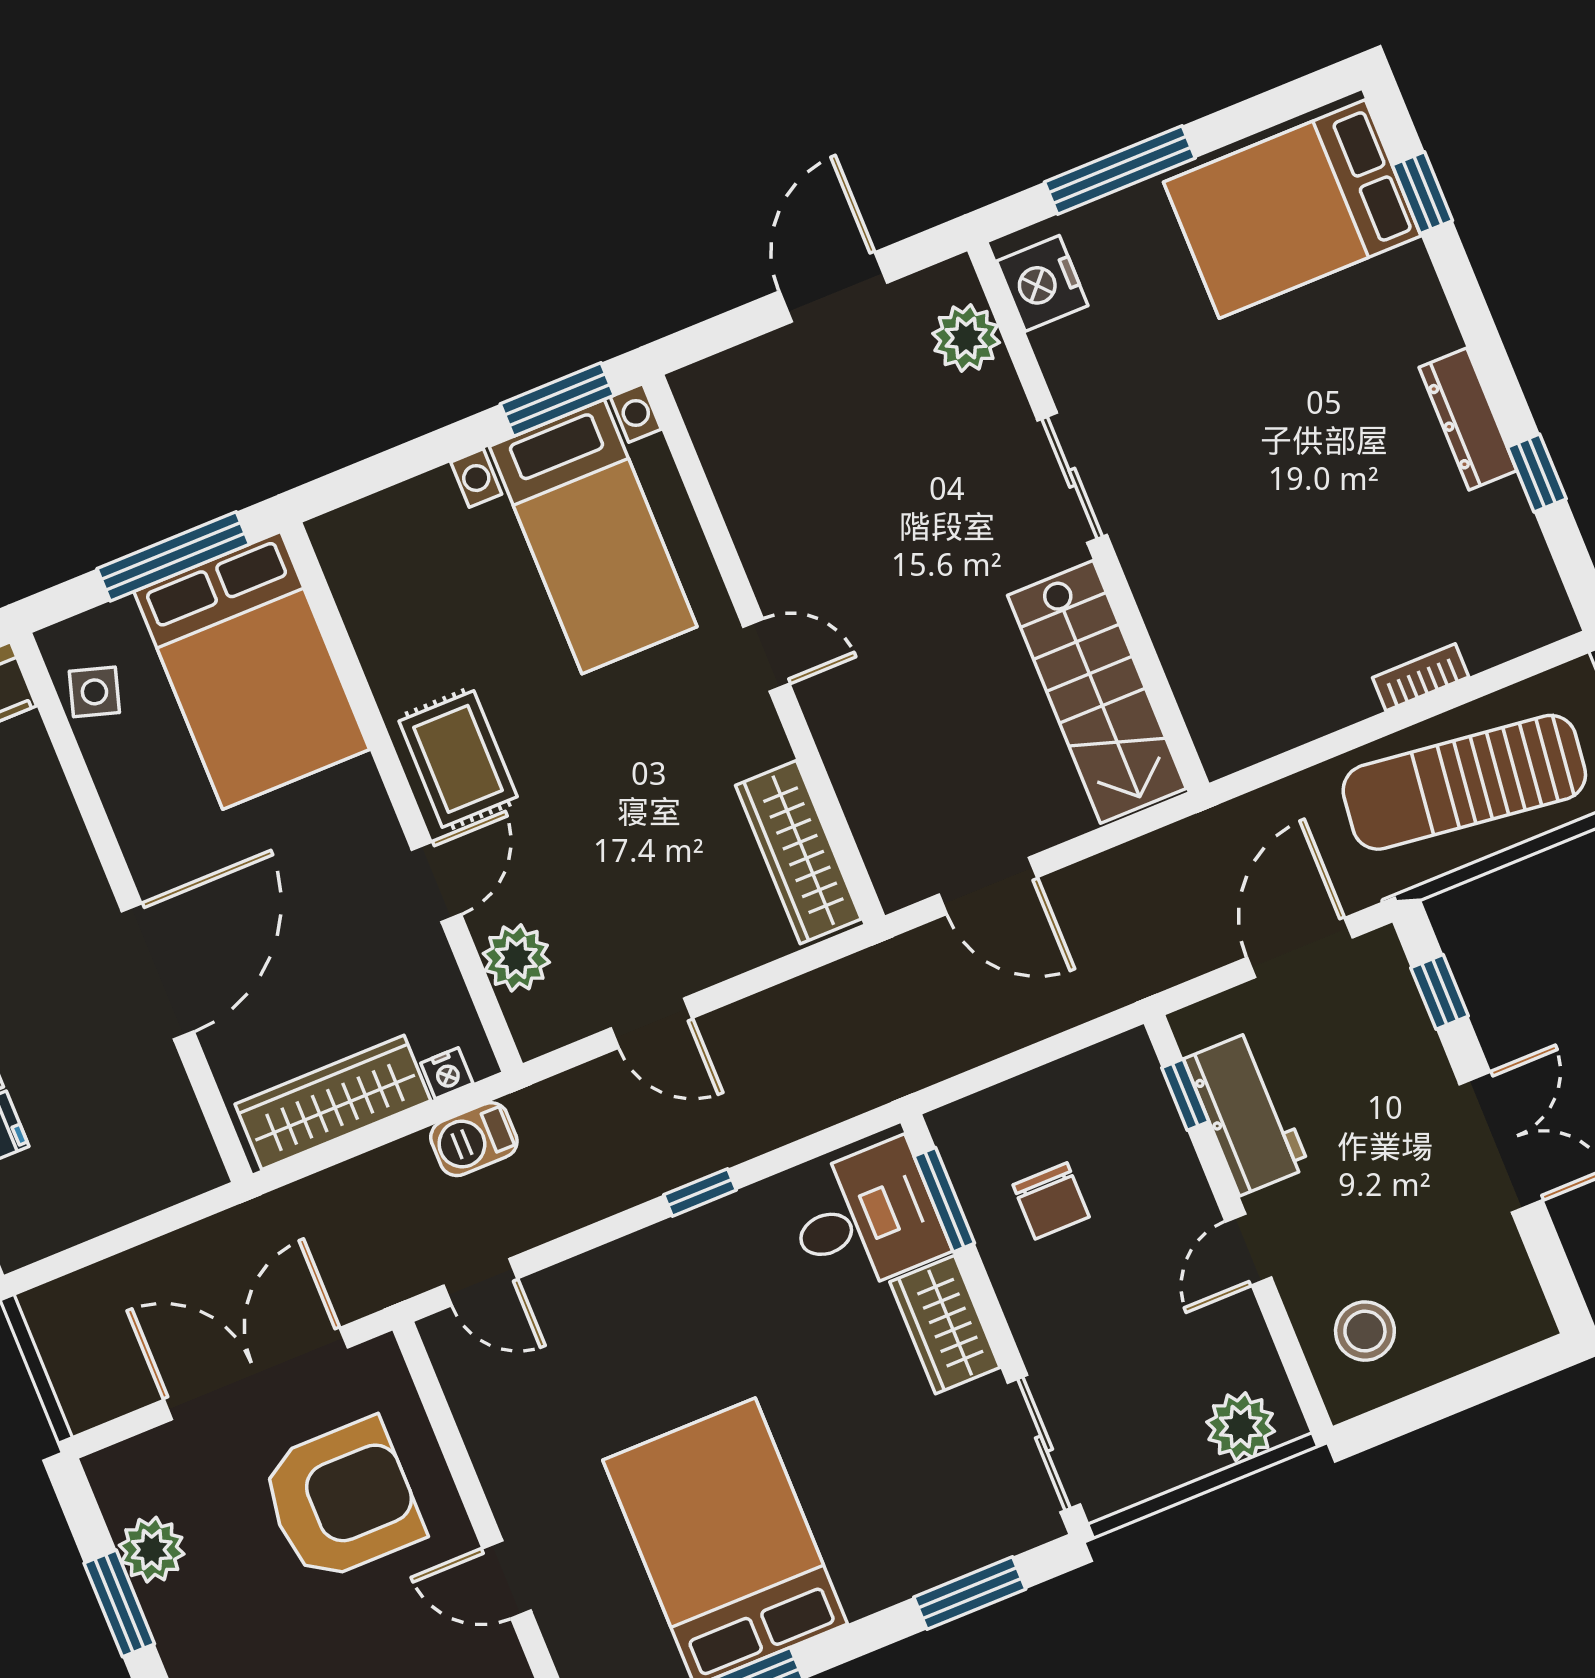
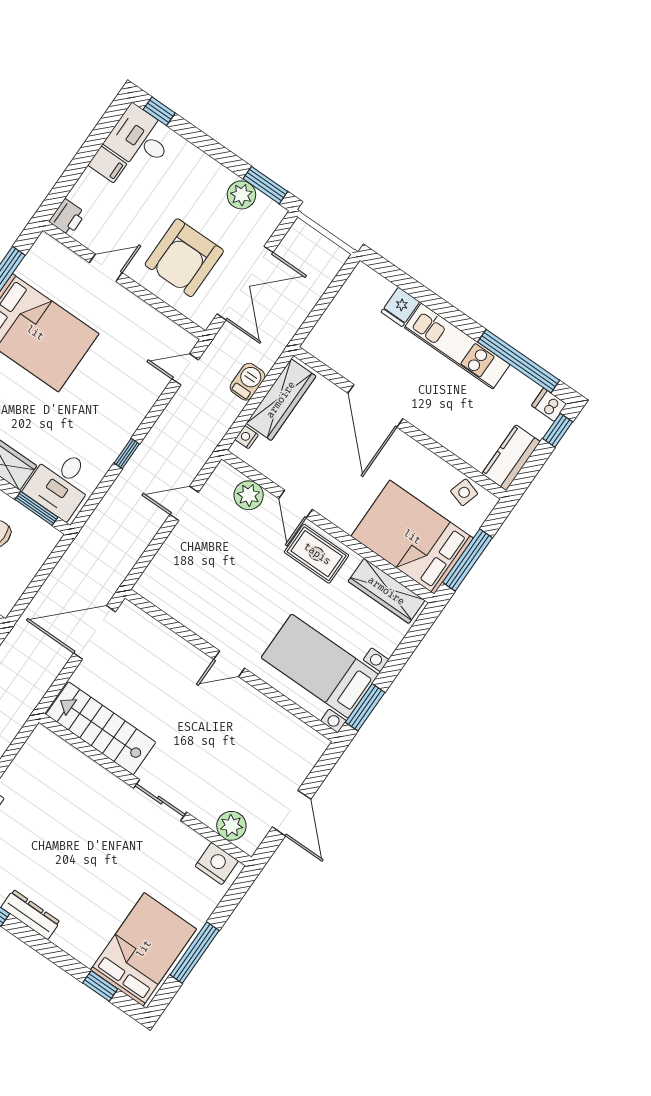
window: (1120, 170) -> (195, 953), moved
wardrobe: (798, 852) -> (386, 591), moved, turned 180
door: (988, 886) -> (95, 632), width x1.36
barbecue: (474, 1139) -> (248, 382), moved
window: (119, 1603) -> (265, 185), moved

